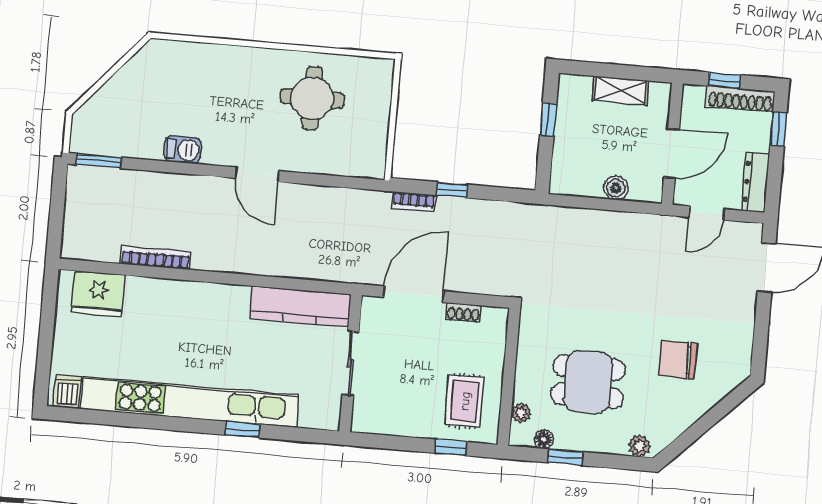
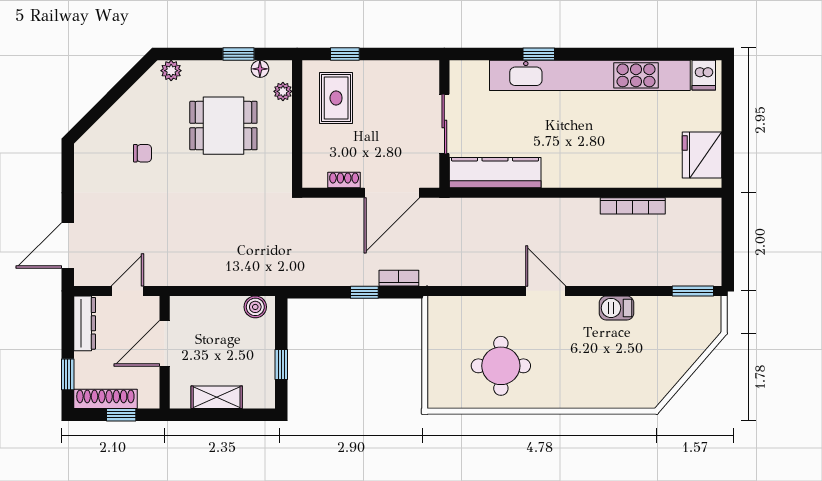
boiler: (616, 188) -> (255, 307), moved
fridge: (98, 294) -> (702, 155), moved, turned -90
chair: (678, 360) -> (142, 153), width x0.54, depth x0.54

